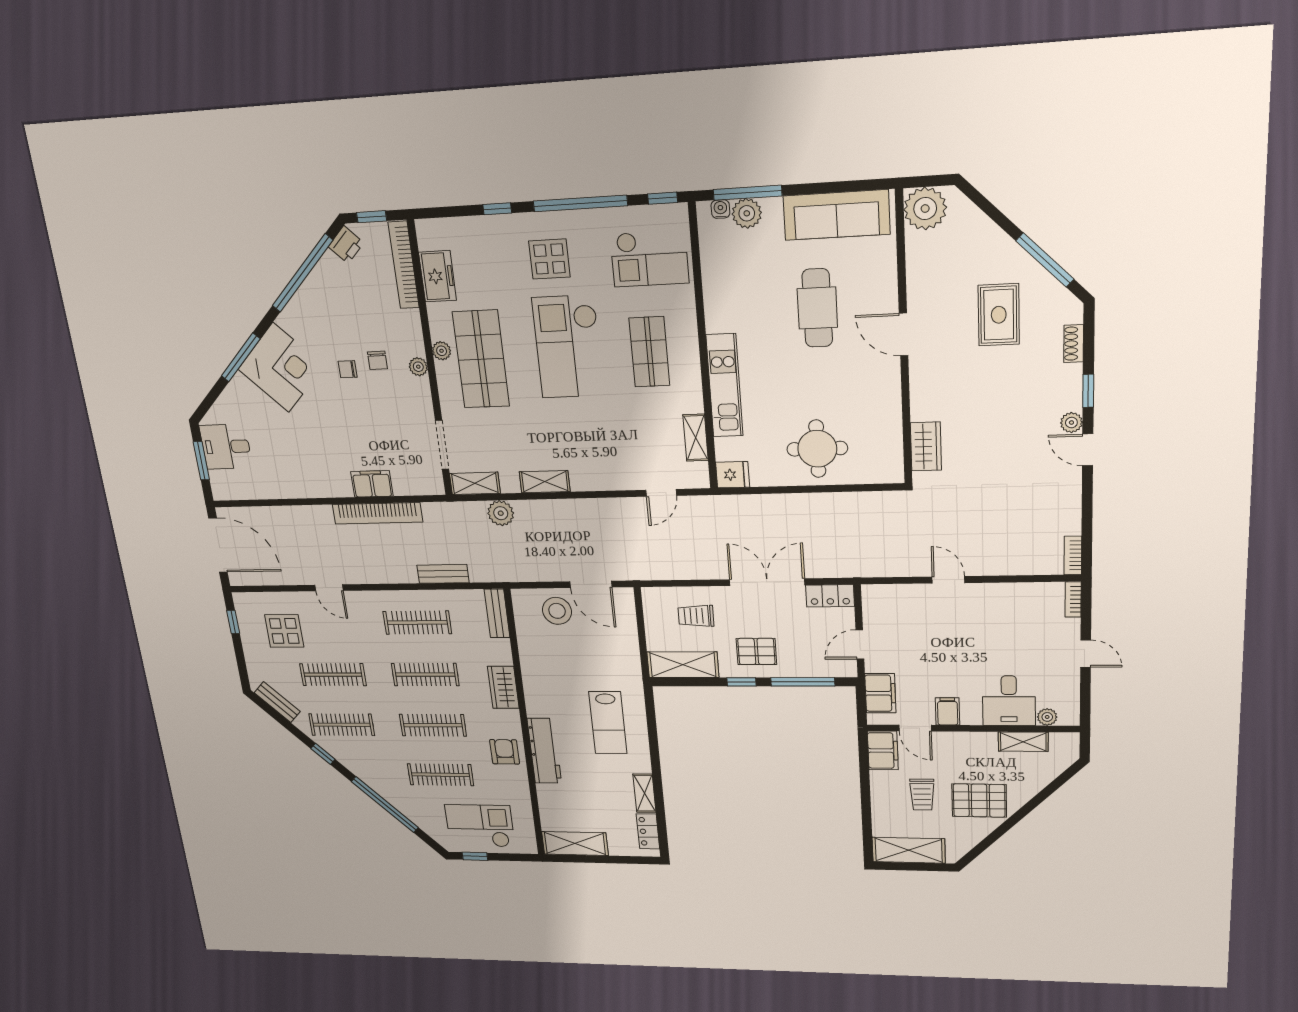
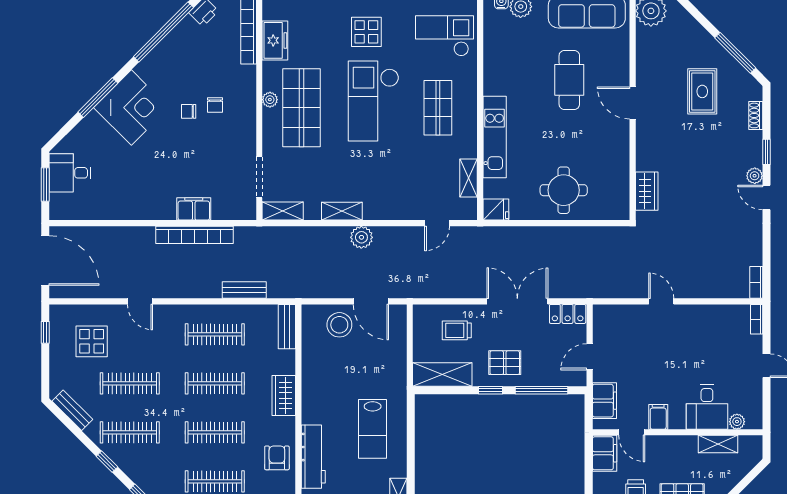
checkout: (649, 259) -> (444, 36), turned 180
plant: (418, 367) -> (249, 112), removed
plant: (501, 513) -> (361, 237), moved

